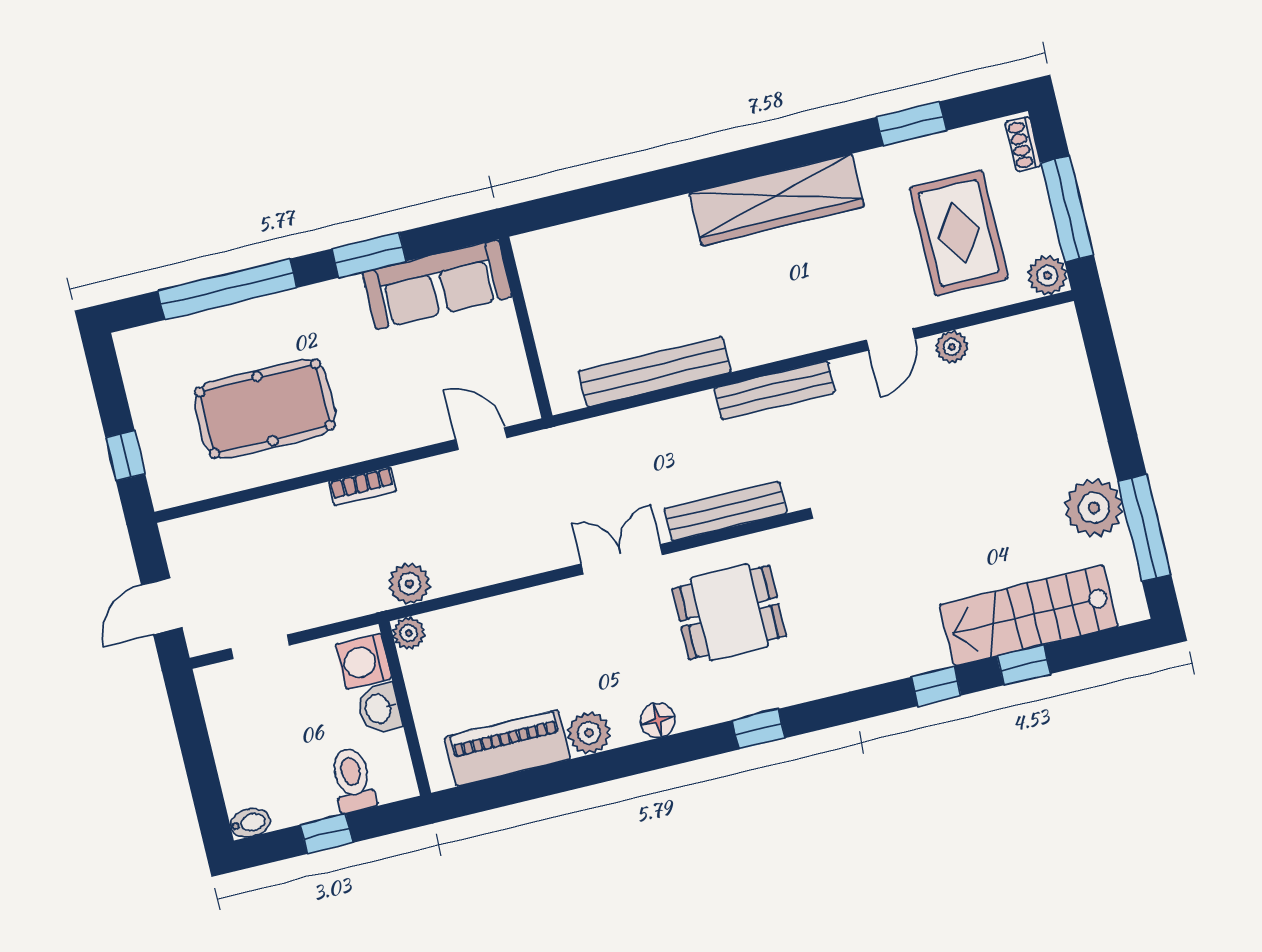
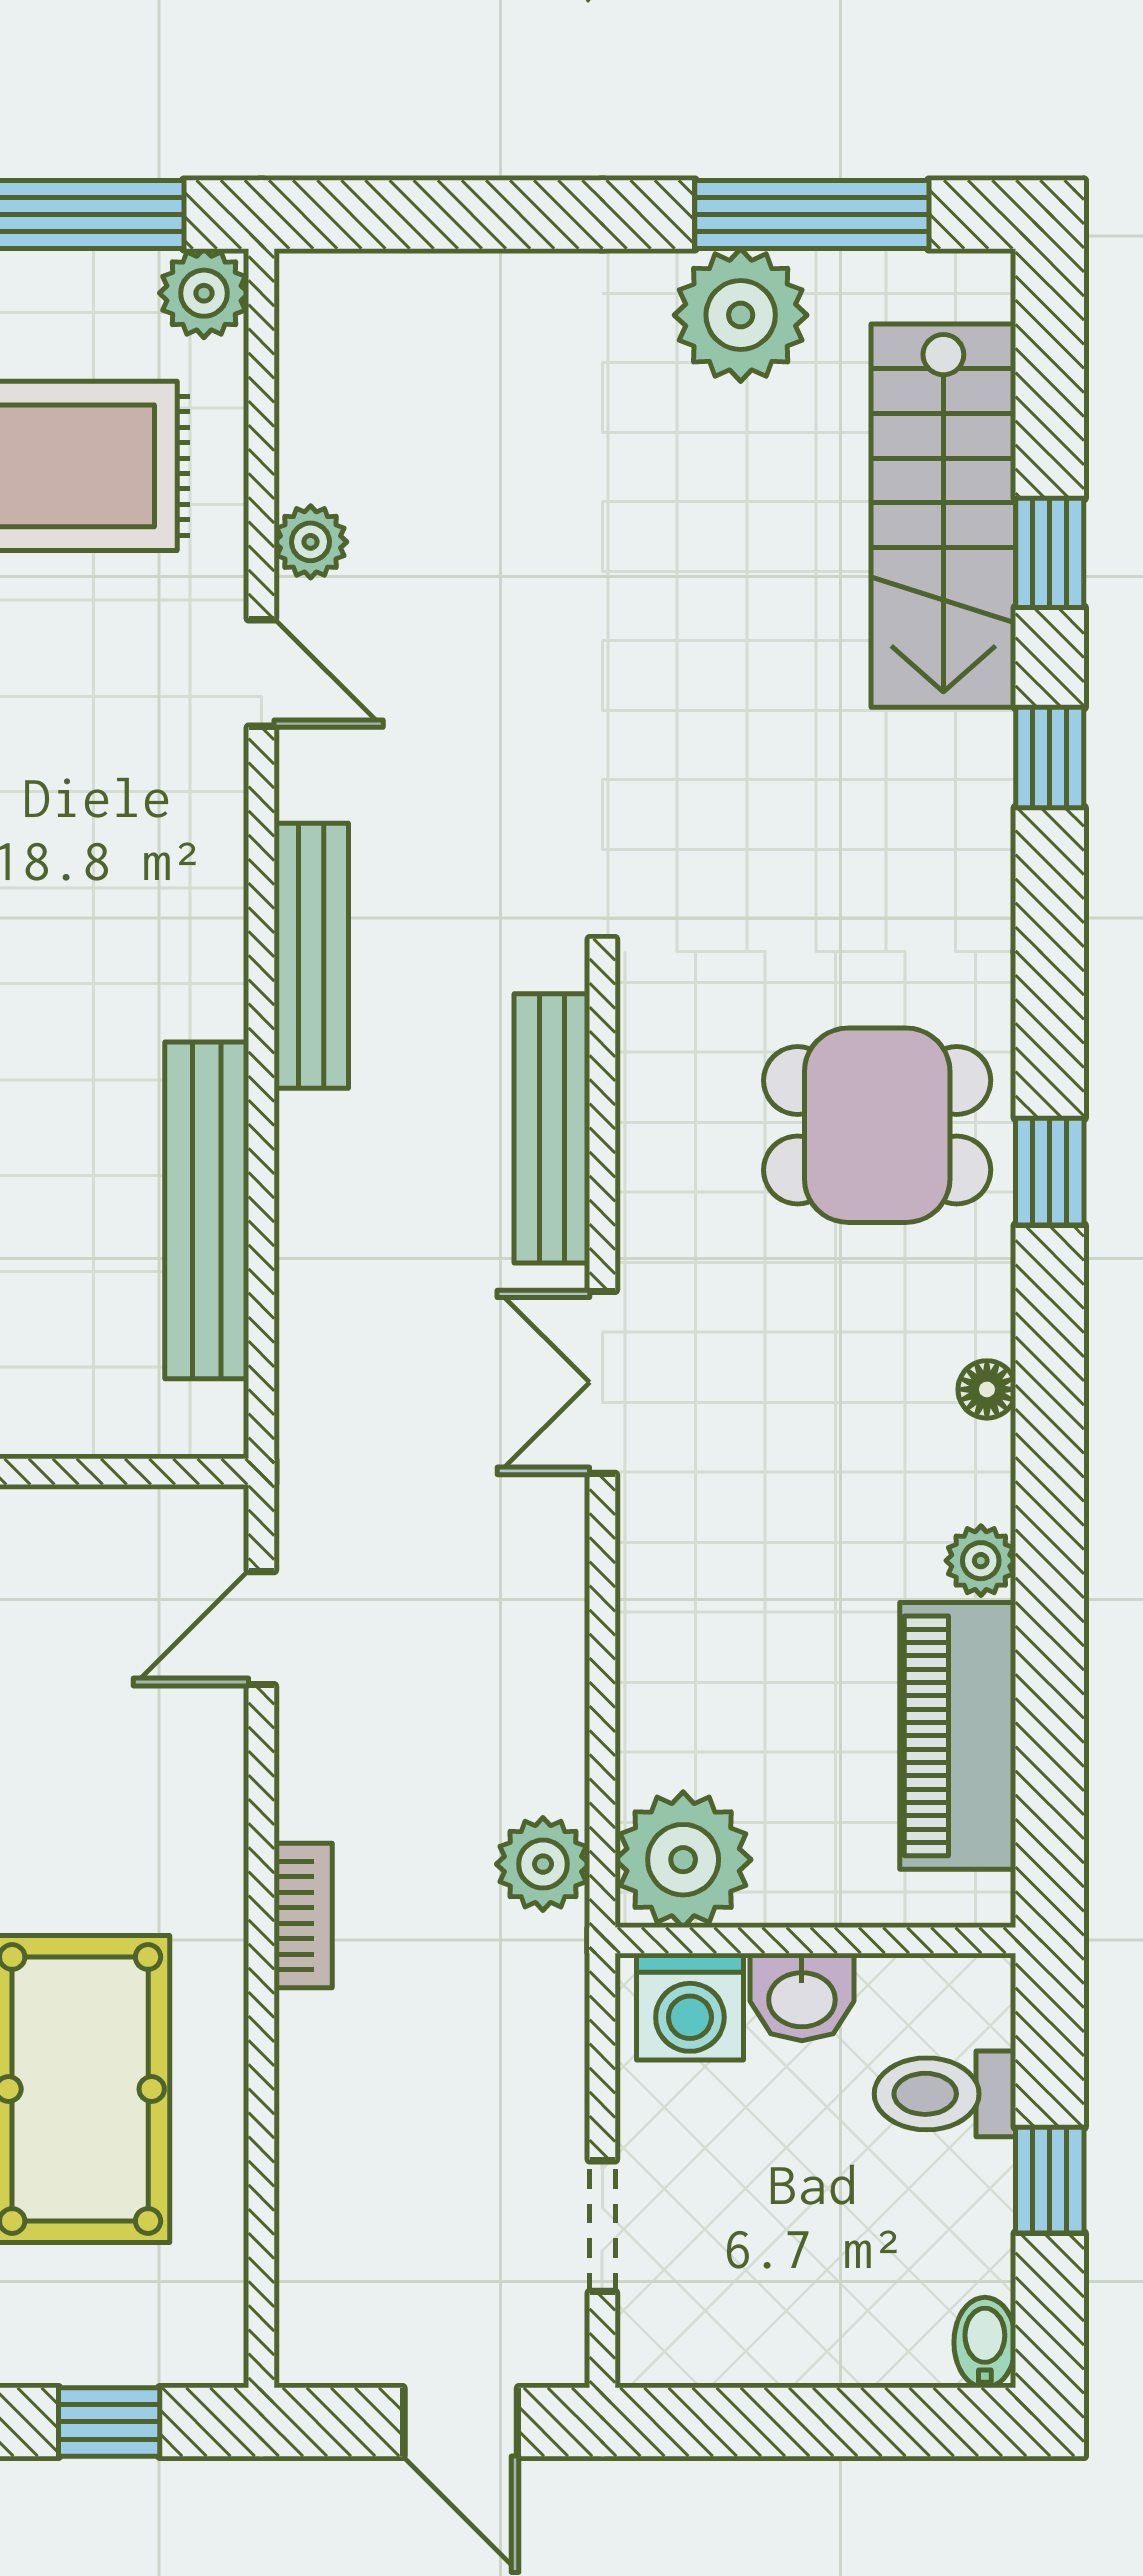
dining table: (729, 612) -> (877, 1125), moved, turned 90
plant: (409, 633) -> (683, 1860), width x1.87, depth x1.87
floor lamp: (658, 720) -> (987, 1389), width x0.73, depth x0.73
plant: (589, 733) -> (981, 1561), width x0.73, depth x0.73

